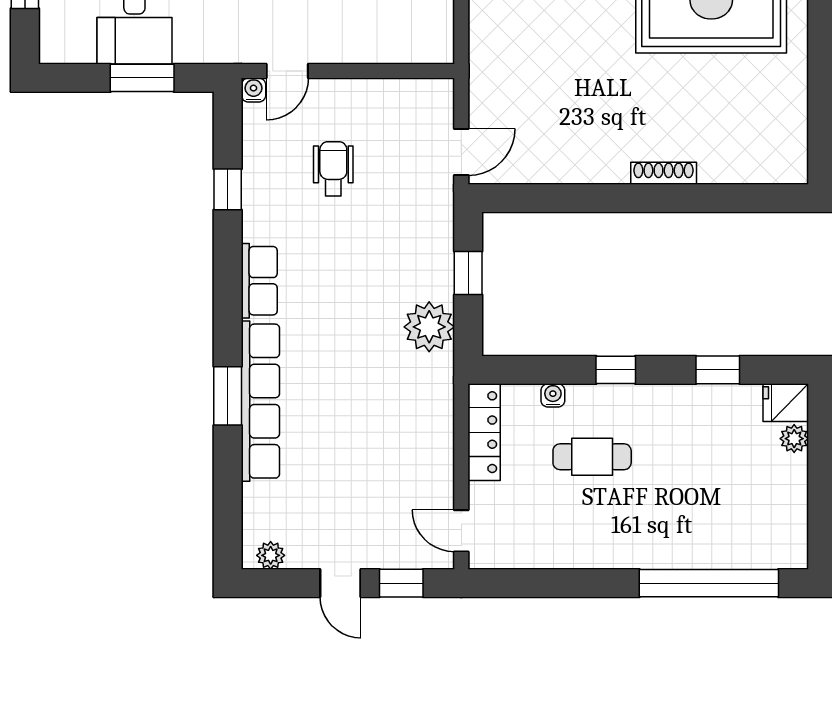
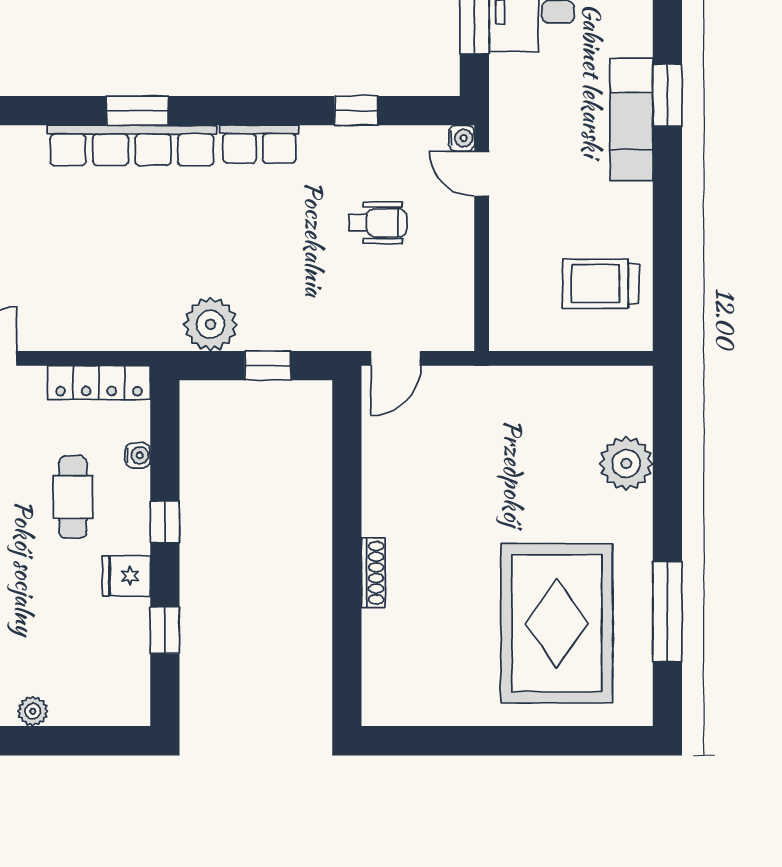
door: (461, 152) -> (396, 358), hinge flipped
fridge: (786, 403) -> (126, 576), moved, turned -90
plant: (794, 439) -> (33, 711), moved

